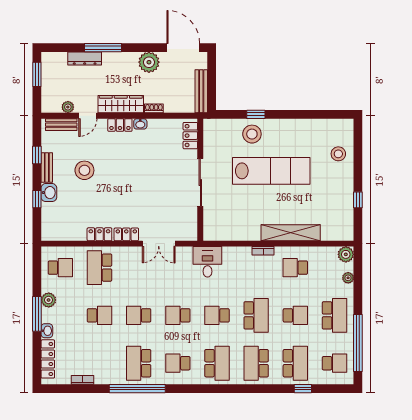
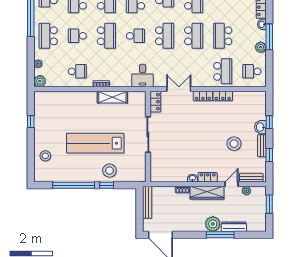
plant: (149, 62) -> (213, 224), moved
window: (37, 74) -> (269, 204), moved
window: (300, 114) -> (74, 185), added
locker: (190, 136) -> (155, 102), moved
shelving: (291, 233) -> (112, 97), moved, width x0.68
school desk: (100, 315) -> (223, 36), width x1.85
school desk: (139, 315) -> (194, 36), width x1.85
school desk: (178, 315) -> (165, 36), width x1.85
school desk: (256, 315) -> (106, 36), turned 180

